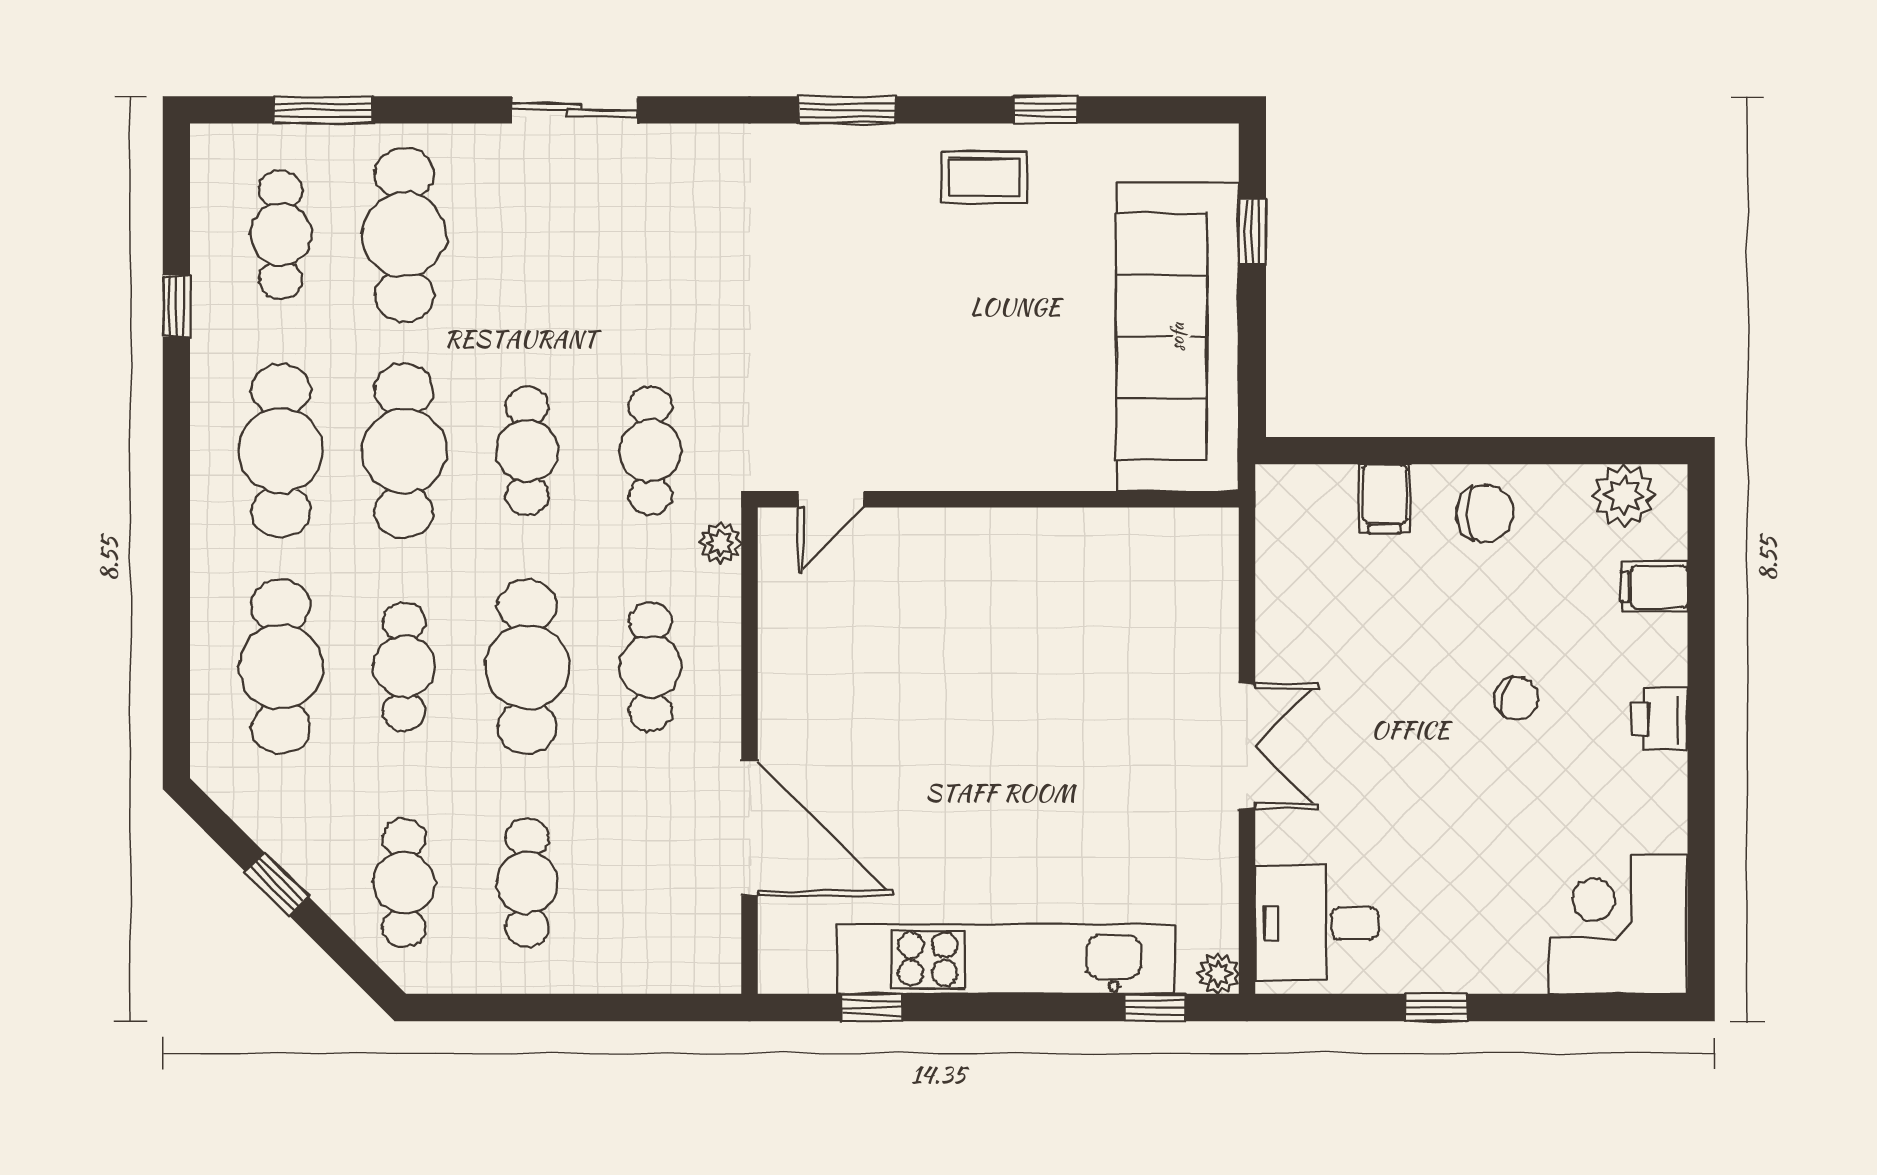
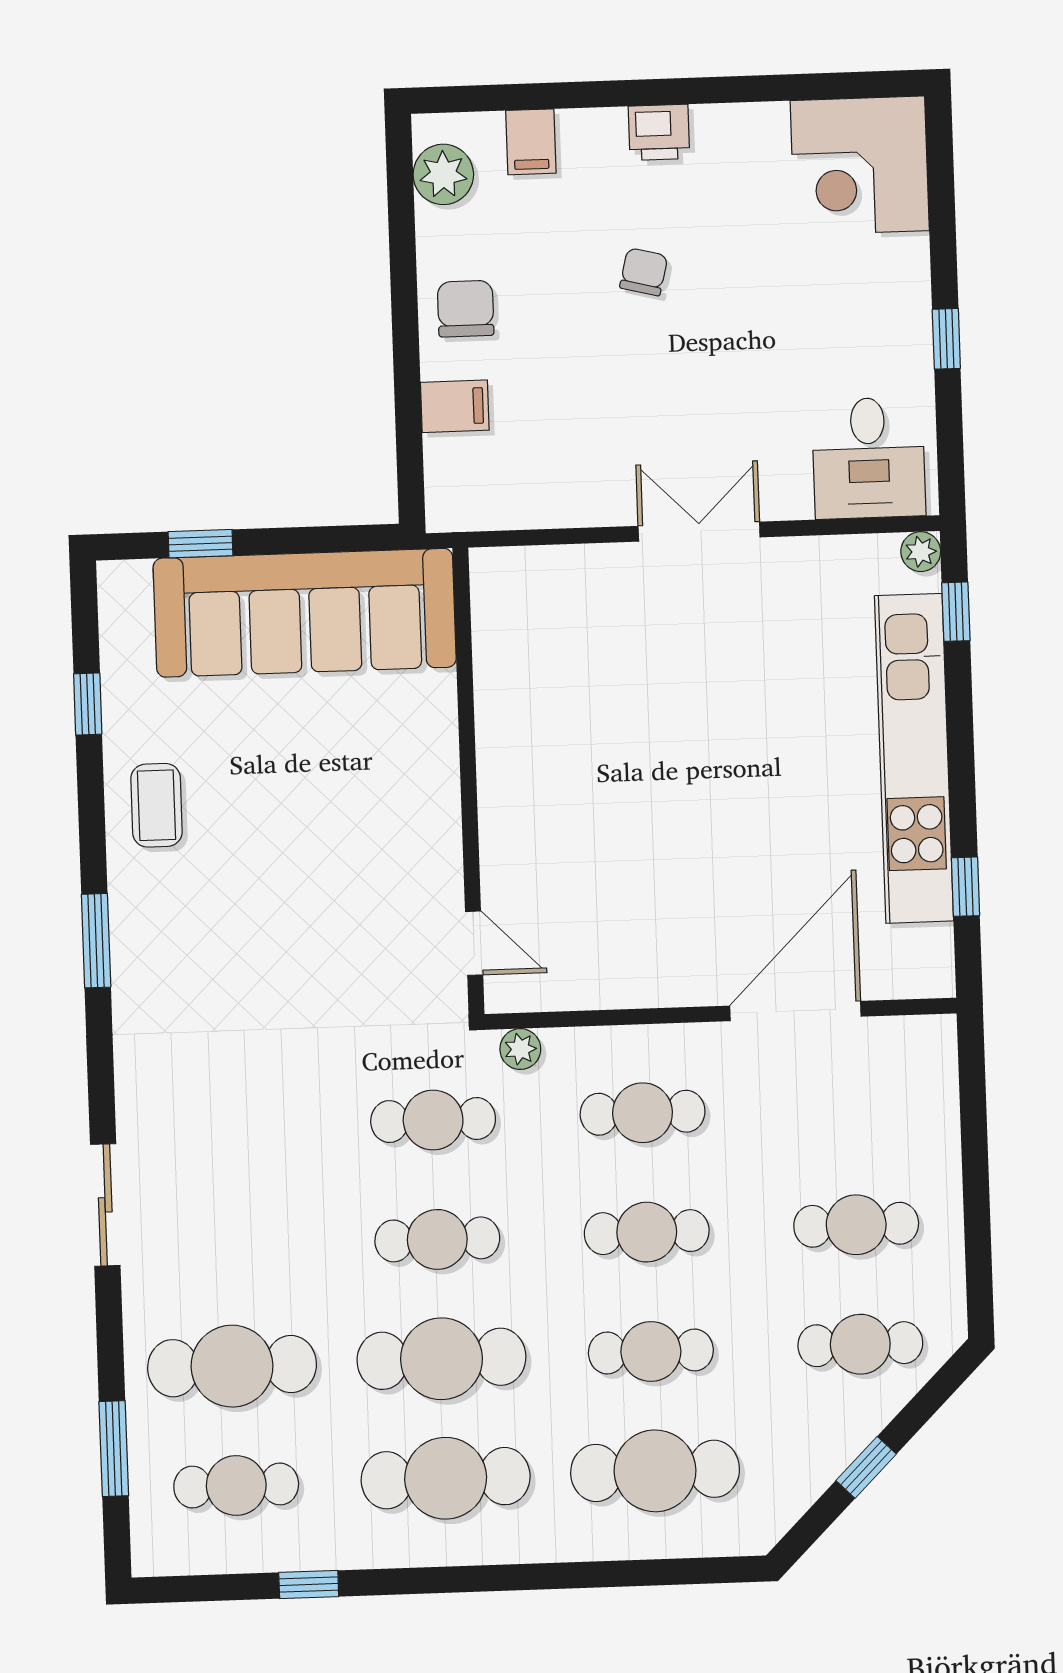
window: (1045, 110) -> (88, 704), moved
cafe table: (527, 667) -> (647, 1232), width x0.73, depth x0.74

